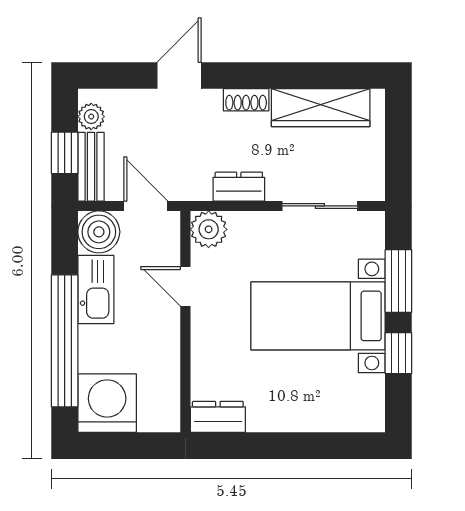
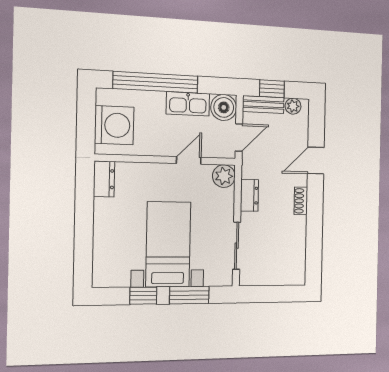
door: (179, 75) -> (316, 161), swing flipped
wardrobe: (321, 108) -> (295, 246), removed
washing machine: (107, 403) -> (114, 125), moved

